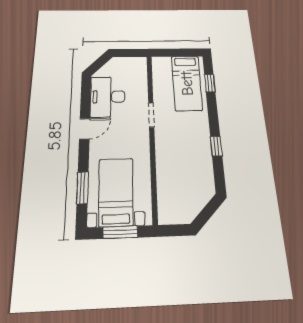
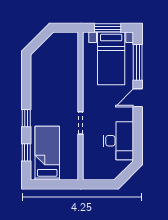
door: (85, 129) -> (138, 98), moved
window: (216, 146) -> (26, 118), moved
window: (83, 188) -> (138, 62), width x1.44

